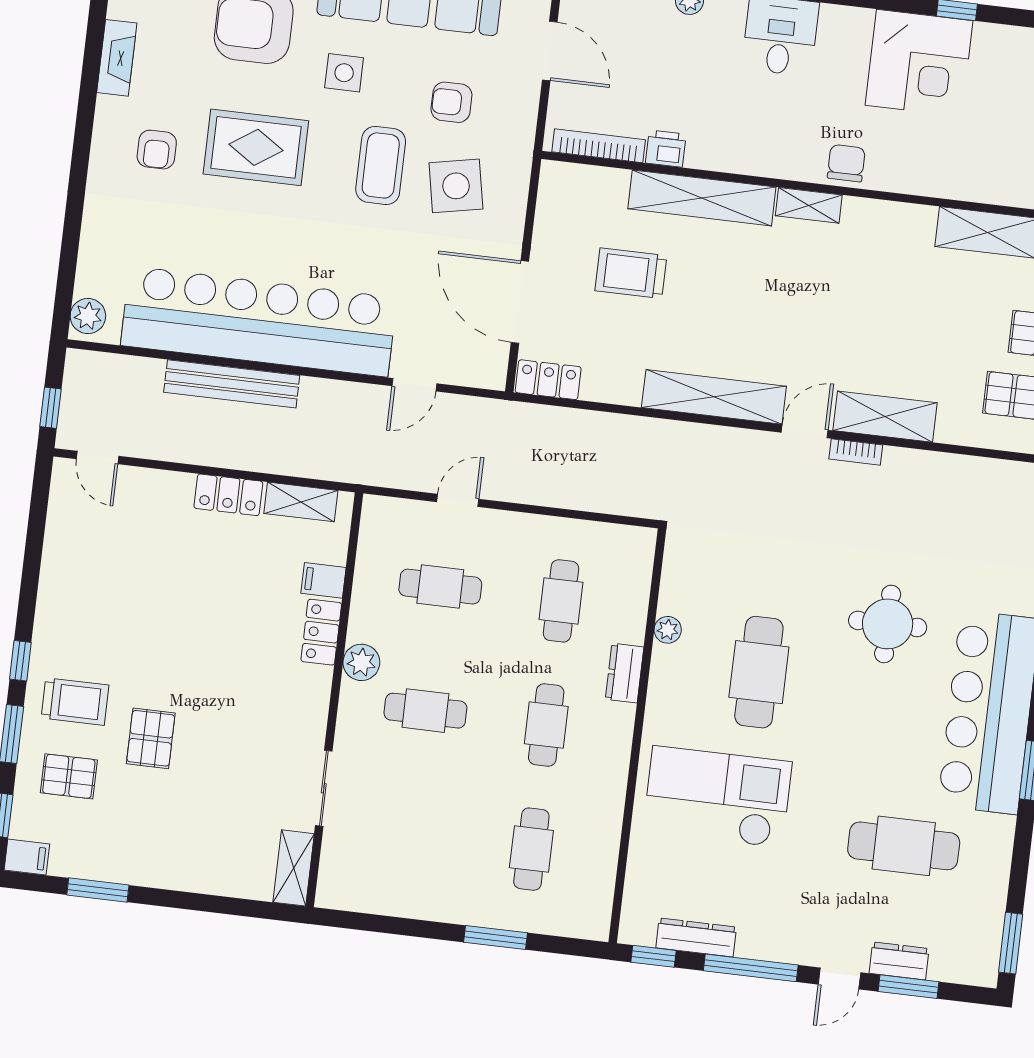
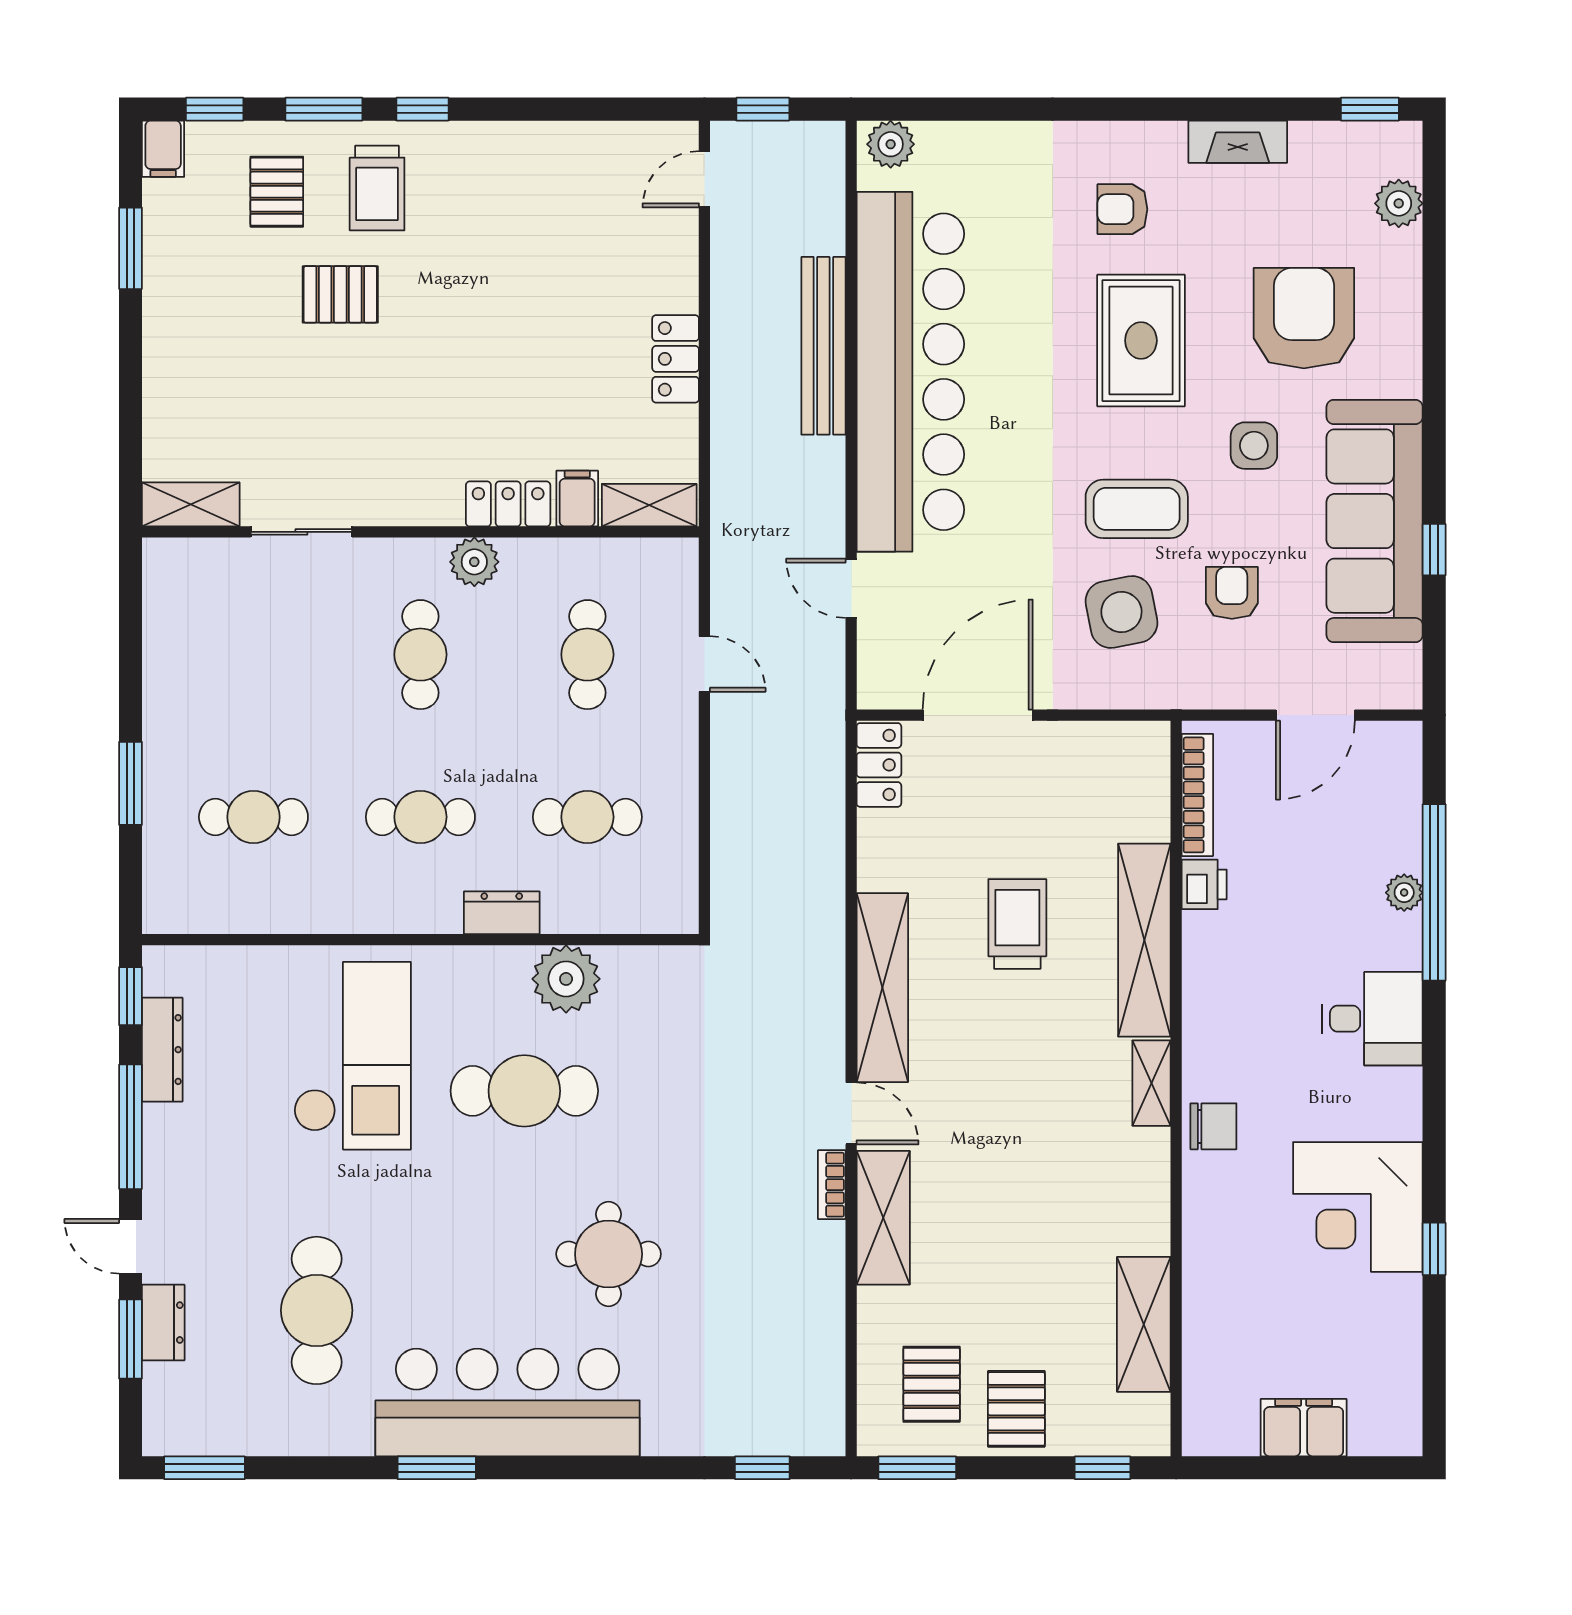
trolley: (631, 273) -> (1017, 924), moved
shelving: (301, 502) -> (649, 505), moved, turned 90
plant: (668, 630) -> (566, 979), width x1.88, depth x1.88

